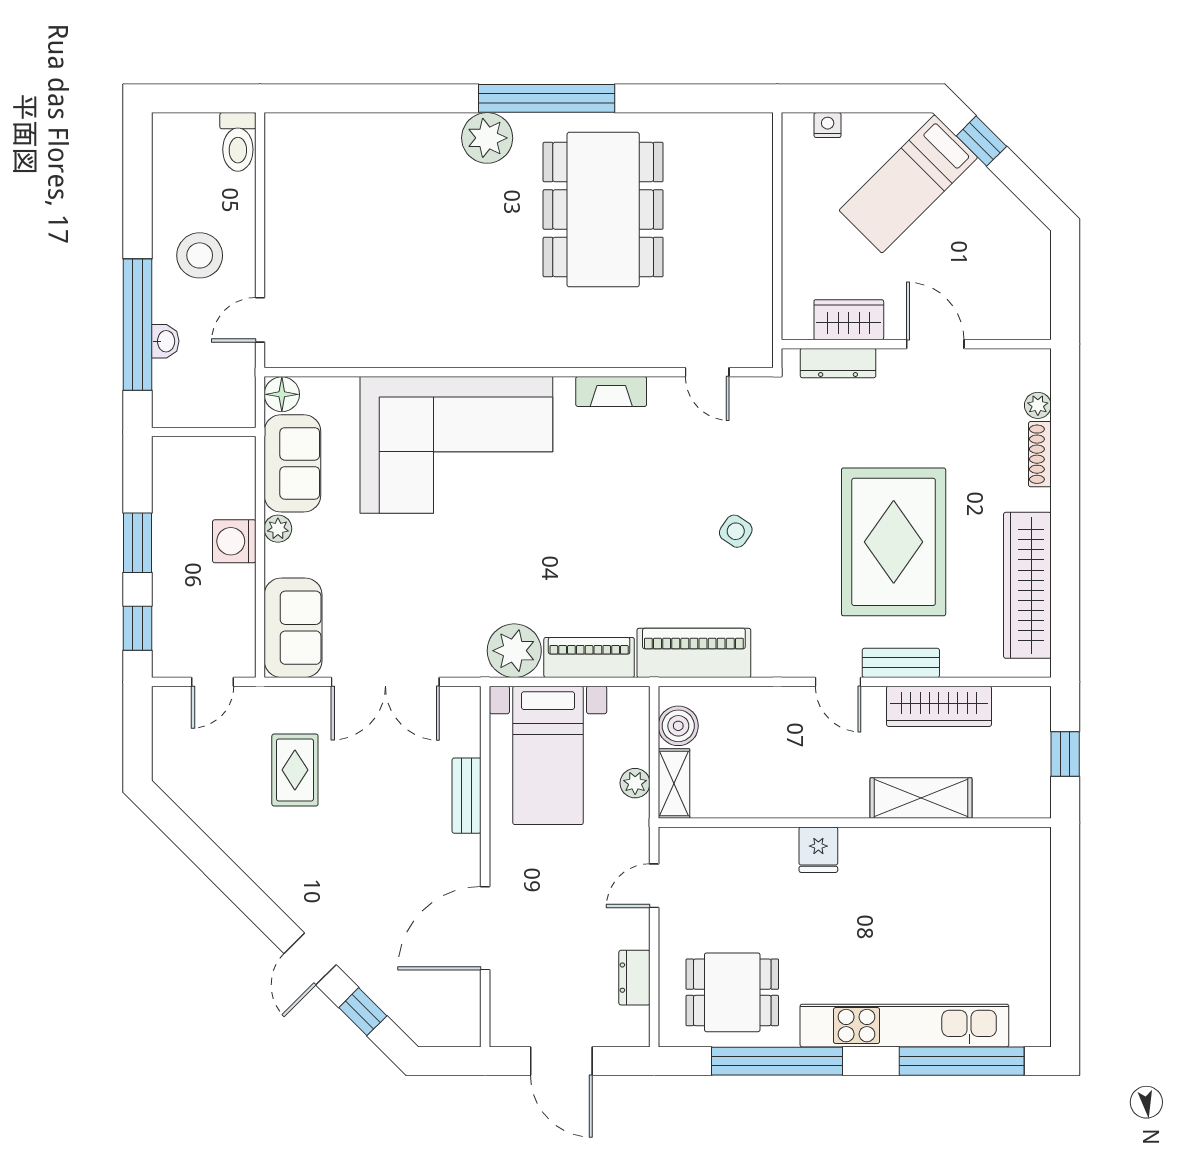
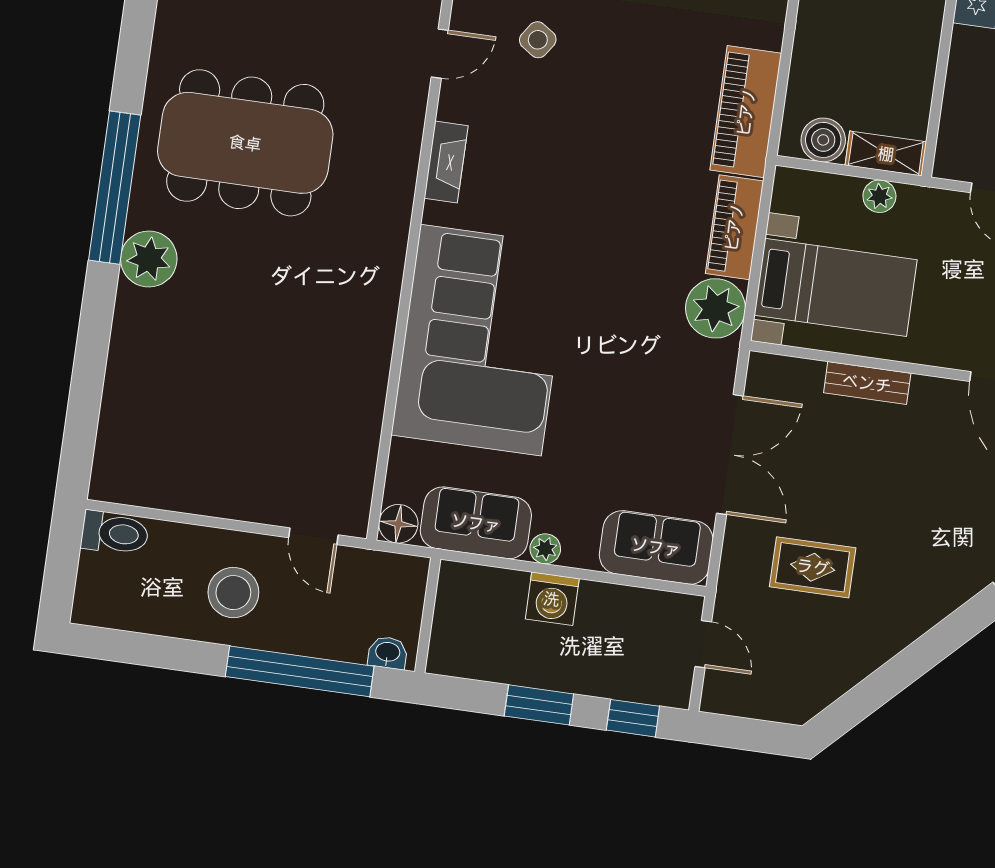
washbasin: (165, 341) -> (388, 653), moved
side table: (736, 531) -> (538, 40), moved

